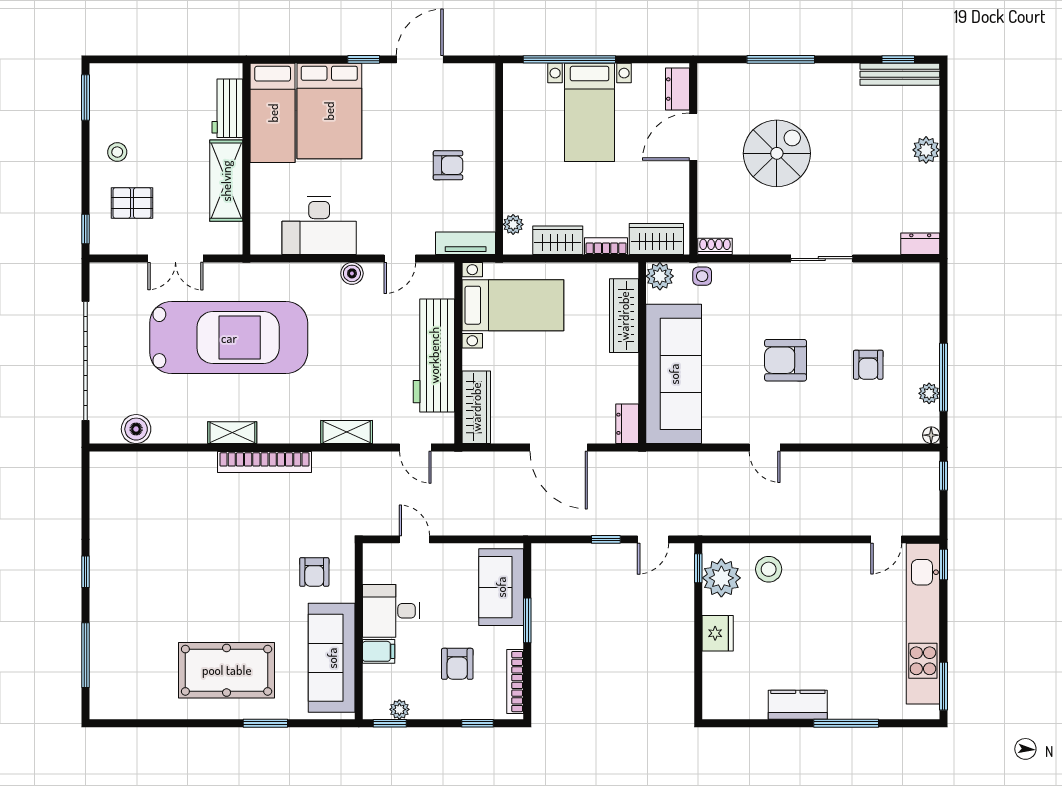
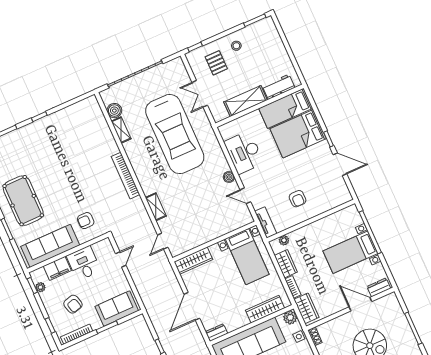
workbench: (434, 355) -> (208, 231), removed
shelving: (232, 433) -> (121, 130), moved
filing cabinet: (379, 651) -> (57, 268), width x2.00
armchair: (457, 664) -> (73, 304), turned -105

